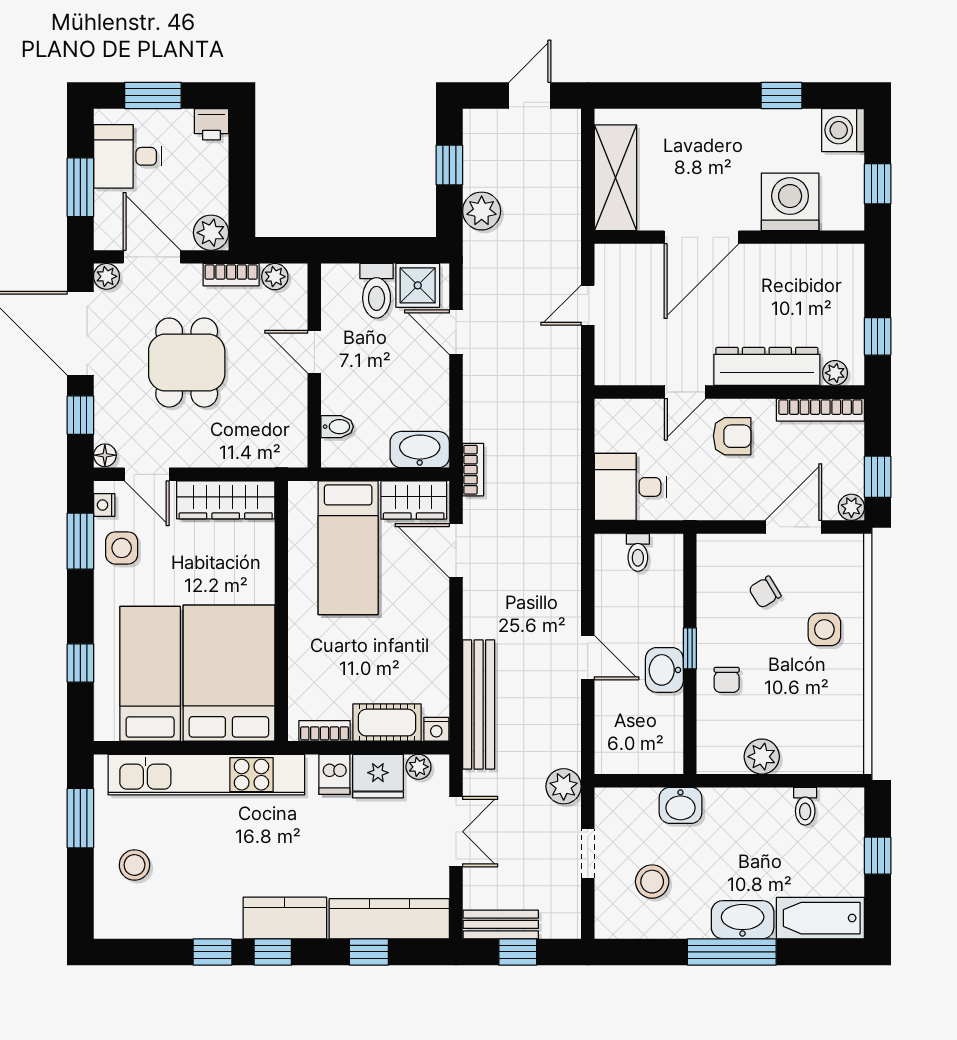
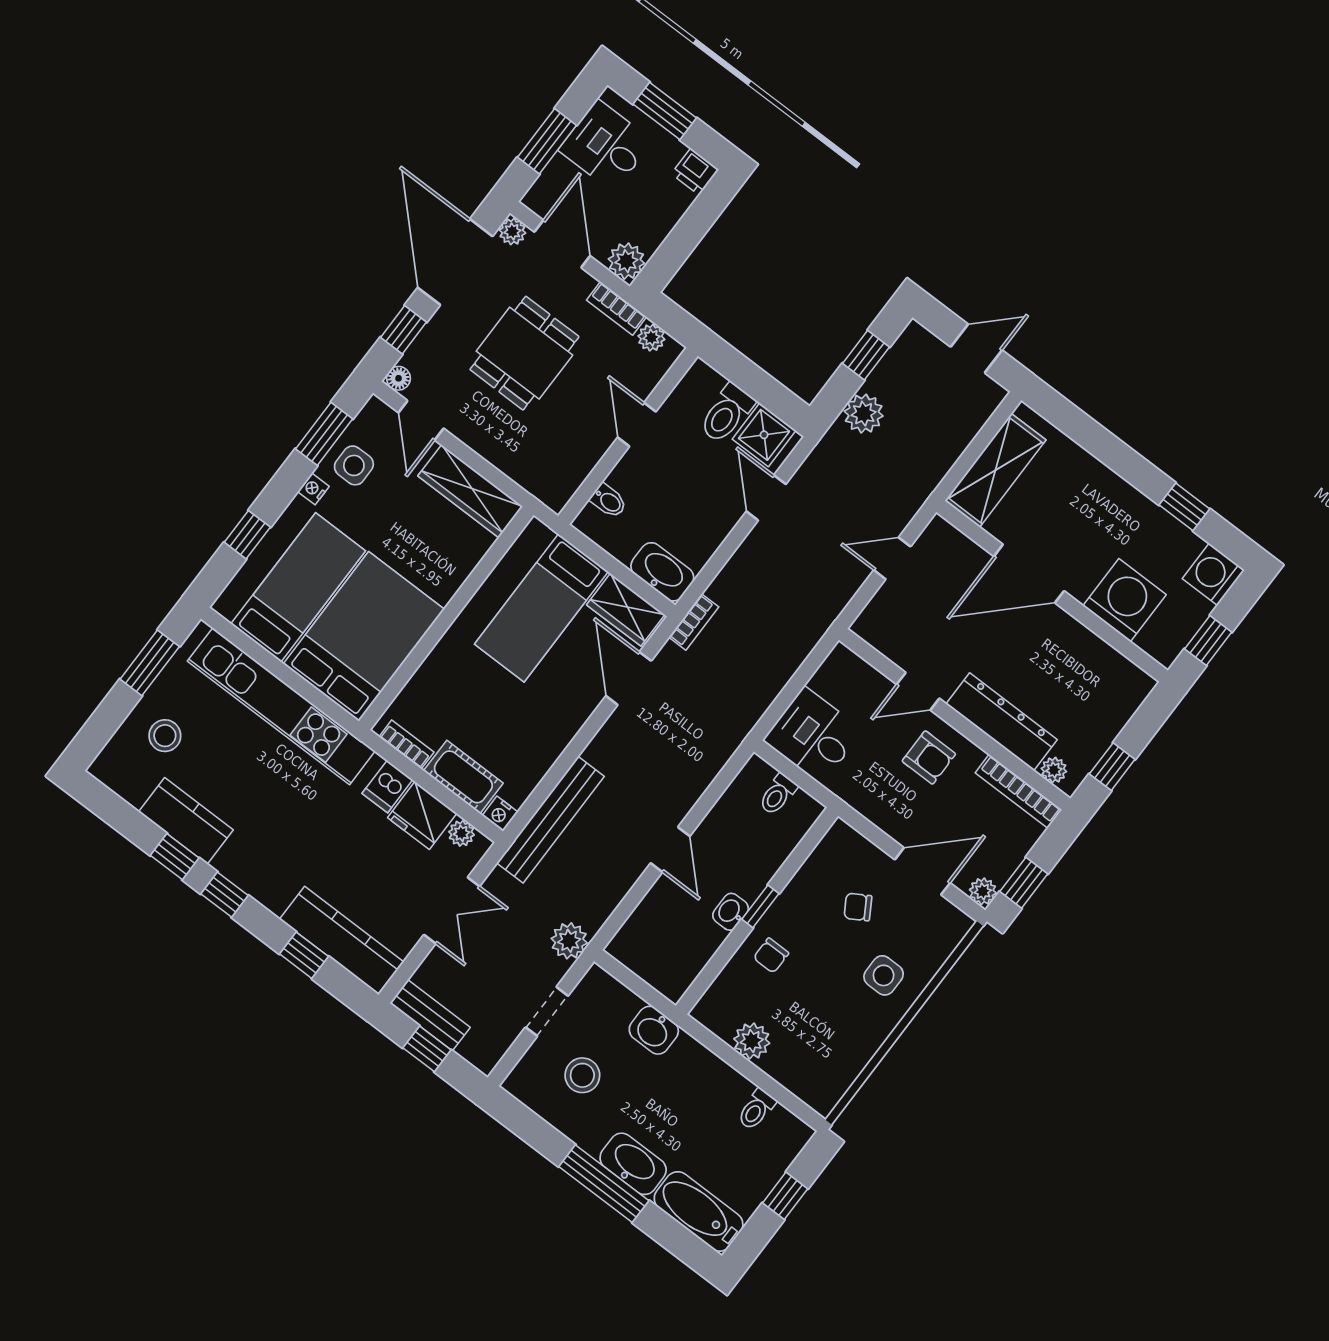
nightstand: (104, 505) -> (313, 489), moved
washbasin: (664, 670) -> (731, 912), width x0.72, depth x0.69
kitchen counter: (285, 918) -> (186, 821), moved

